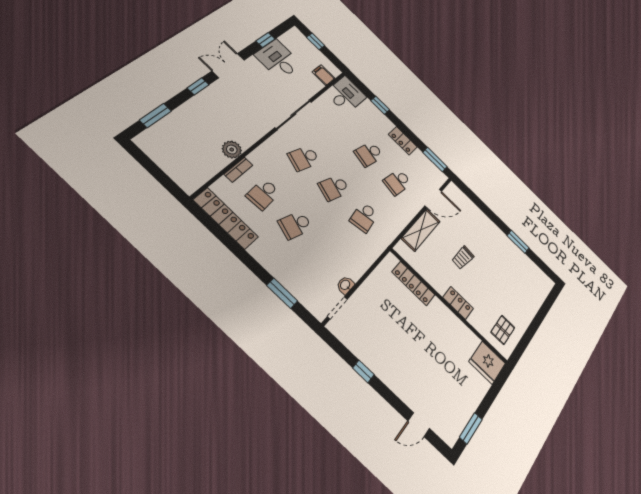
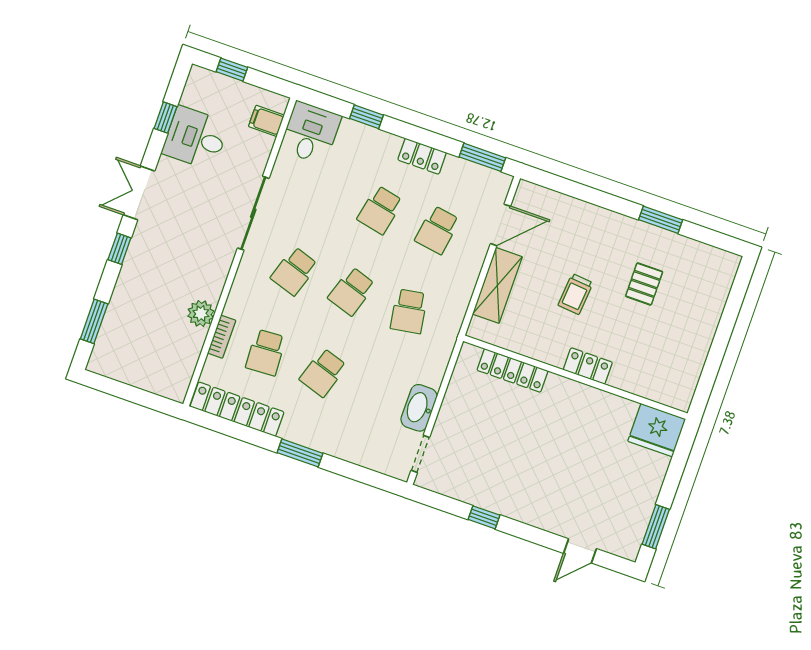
washbasin: (345, 285) -> (419, 408), width x1.91, depth x1.45
window: (282, 293) -> (300, 453), moved
pallet: (503, 330) -> (644, 284), moved

